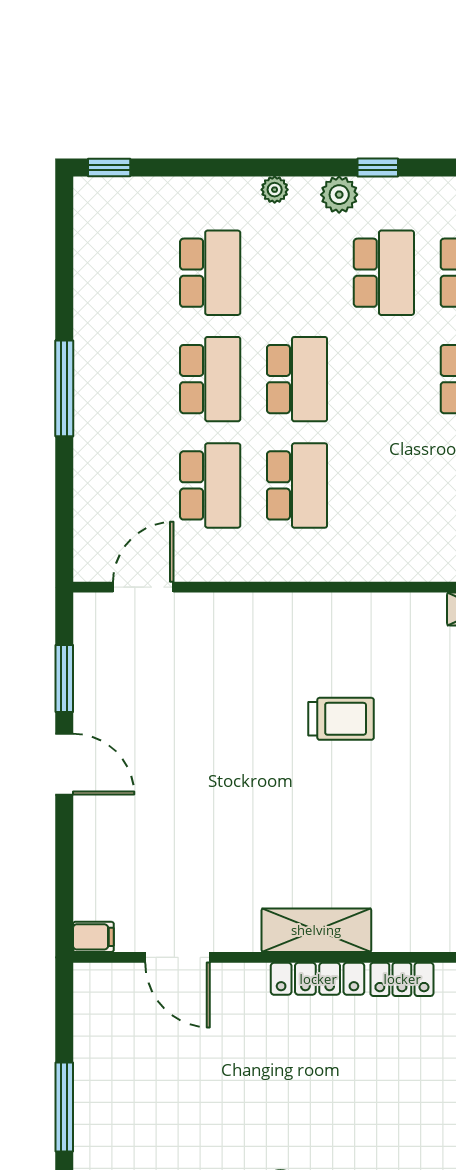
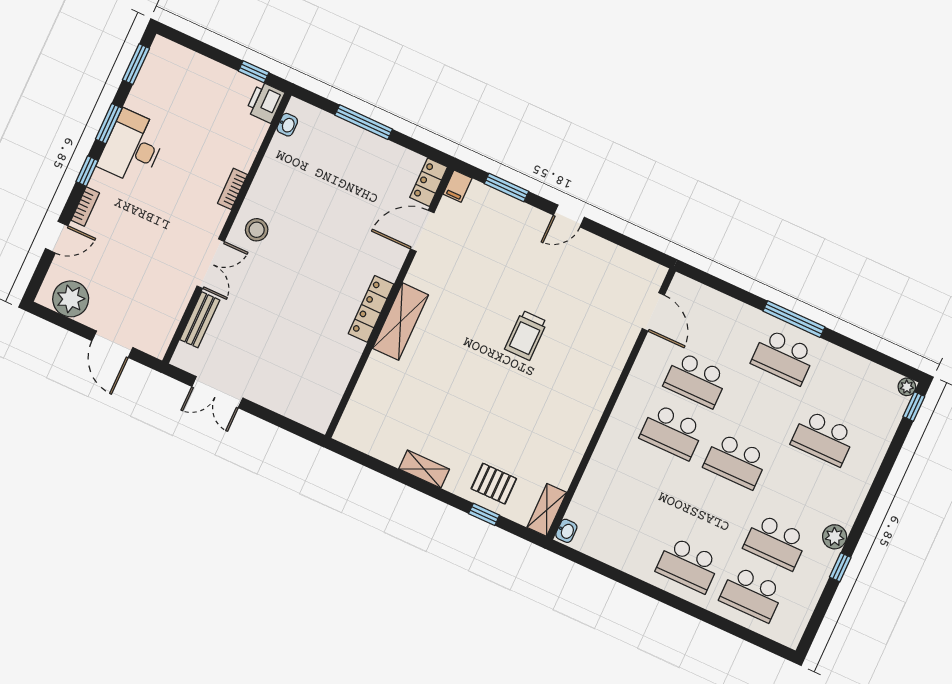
plant: (275, 190) -> (907, 387), moved
school desk: (210, 379) -> (783, 357), moved
window: (64, 678) -> (506, 188), moved
trolley: (341, 719) -> (526, 335), moved
door: (64, 764) -> (569, 216), width x0.73
locker: (402, 979) -> (429, 182), moved

